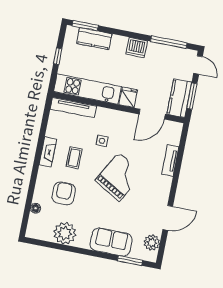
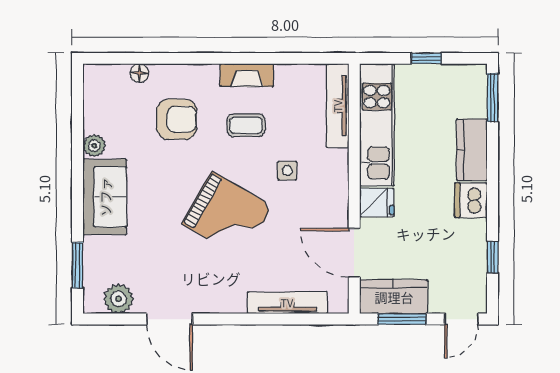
kitchen counter: (94, 39) -> (472, 150), moved
window: (169, 42) -> (493, 257), width x0.46
tv unit: (170, 161) -> (287, 303), width x1.41
plant: (65, 233) -> (94, 146), width x0.53, depth x0.53
sofa: (111, 242) -> (105, 197), moved

